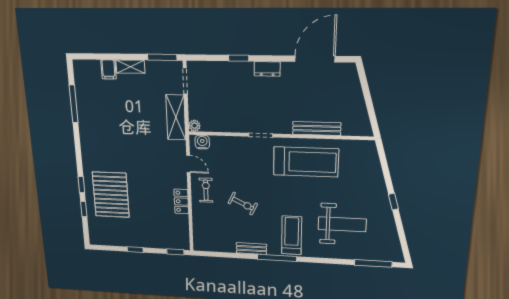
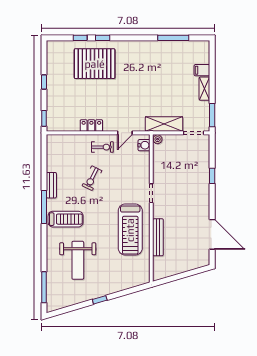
dresser: (267, 69) -> (204, 198), removed

